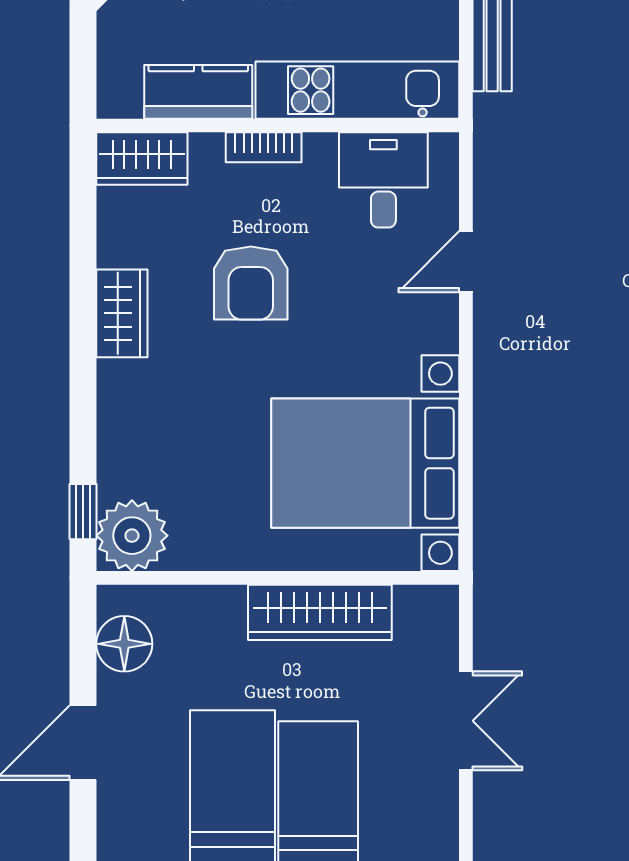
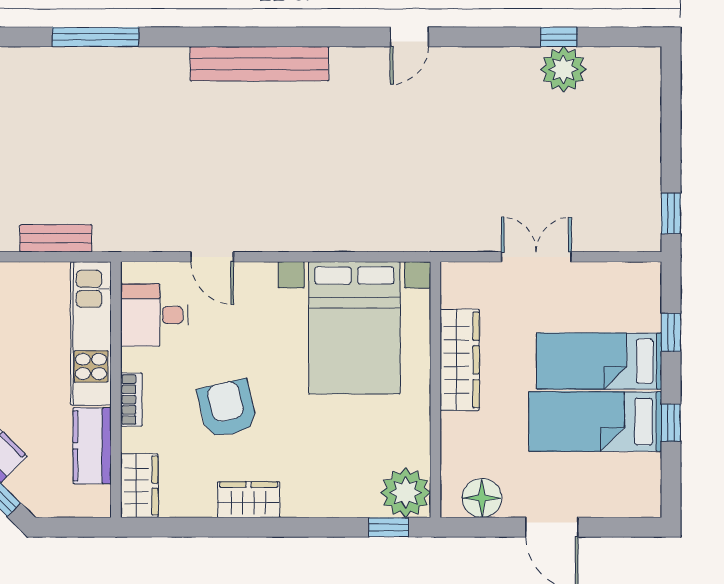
armchair: (251, 283) -> (227, 409), turned -103

